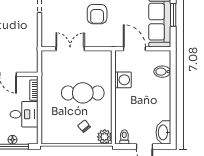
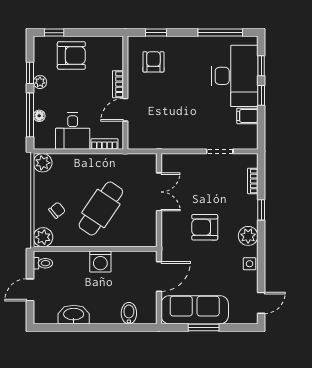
washing machine: (123, 80) -> (100, 261), moved
cafe table: (83, 93) -> (101, 208), turned 34
washbasin: (163, 132) -> (74, 315), moved
plant: (48, 137) -> (43, 163), added

